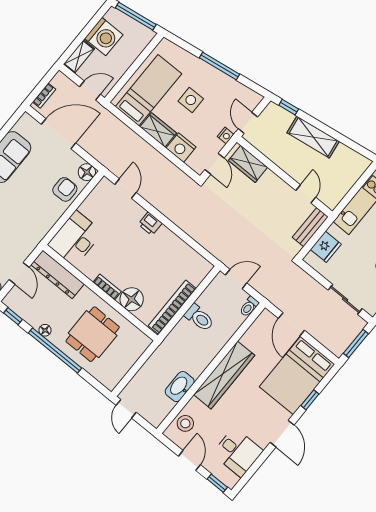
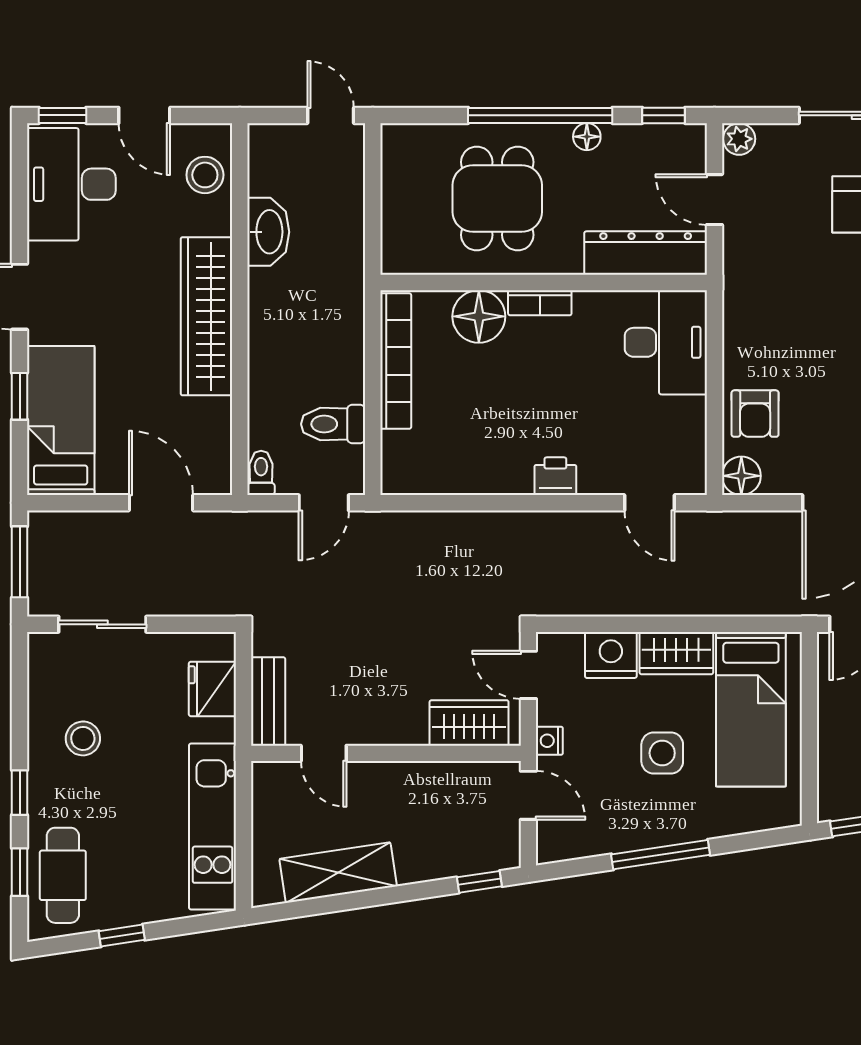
shelving: (313, 137) -> (338, 873), moved
toilet: (199, 318) -> (333, 424), moved
bed: (297, 375) -> (61, 421), width x0.67
desk: (238, 452) -> (71, 184), width x1.37

